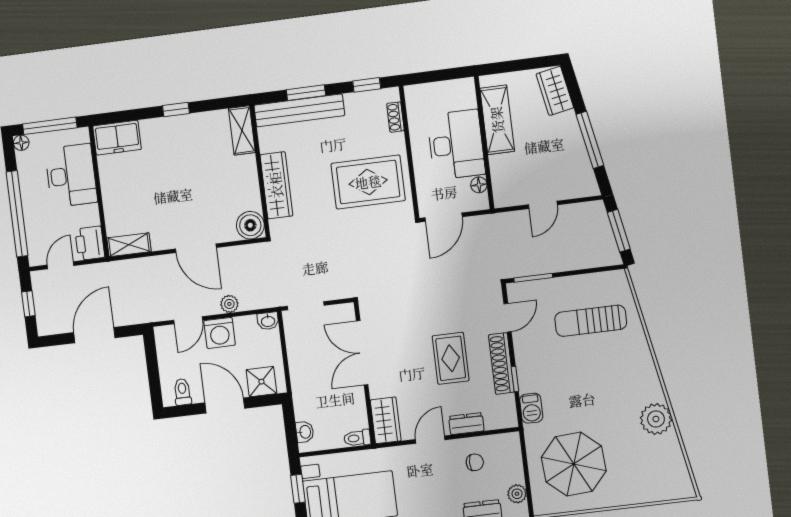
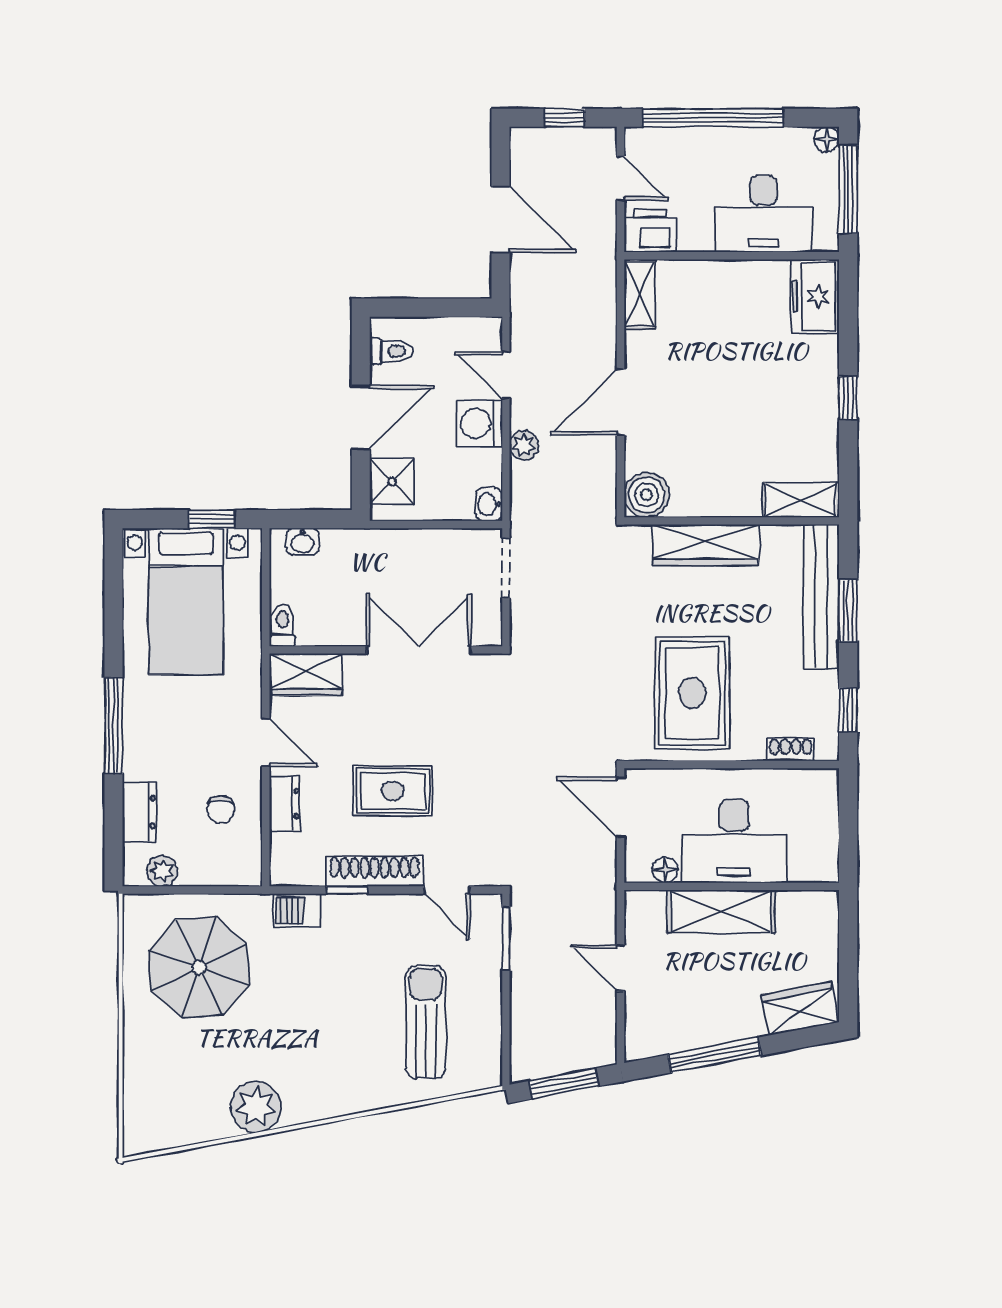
shelving: (497, 120) -> (721, 912), moved

